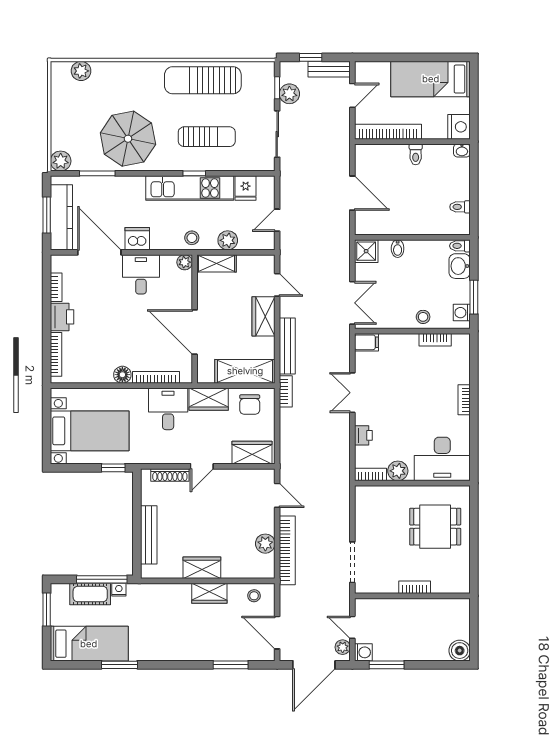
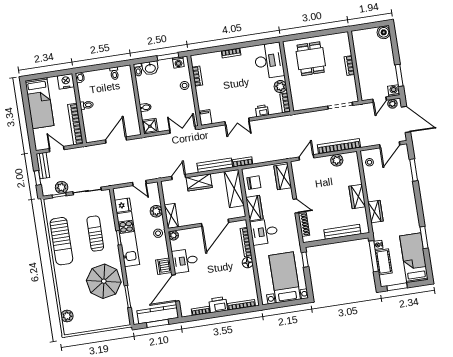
plant: (61, 161) -> (124, 320), removed
wardrobe: (209, 593) -> (375, 212), moved

